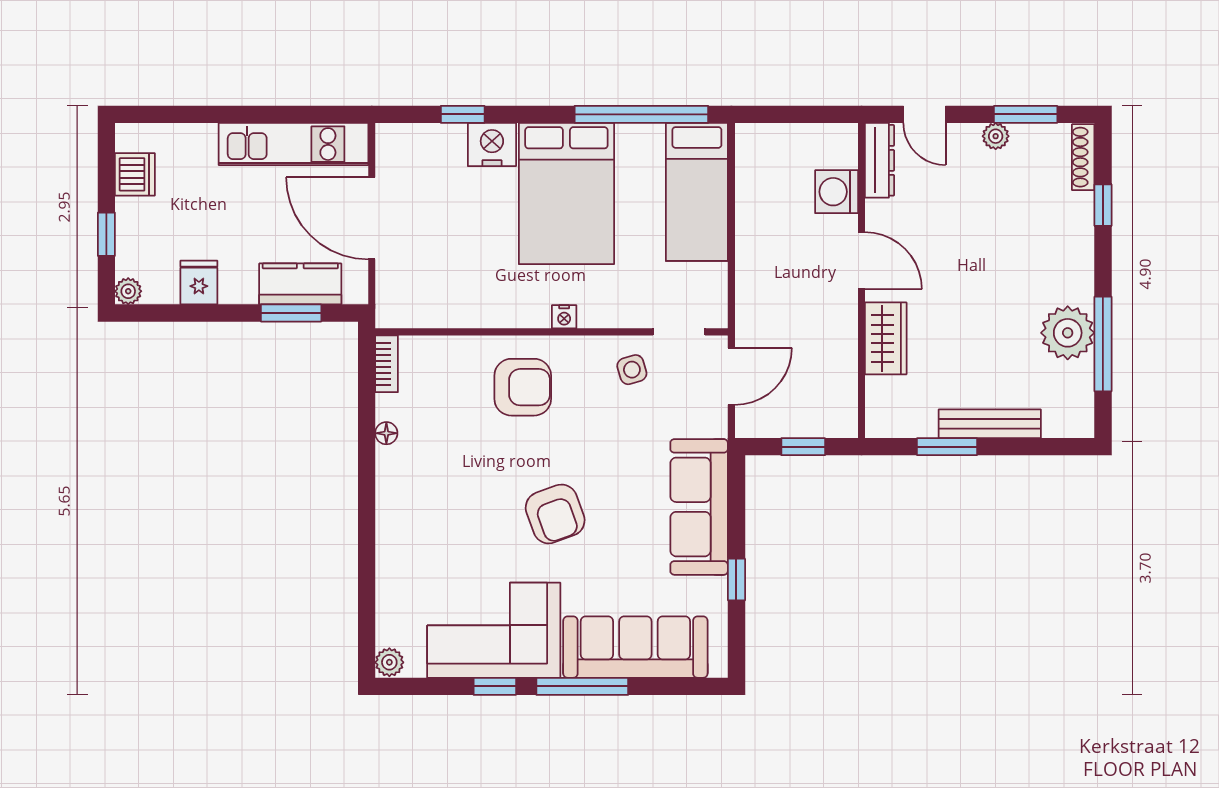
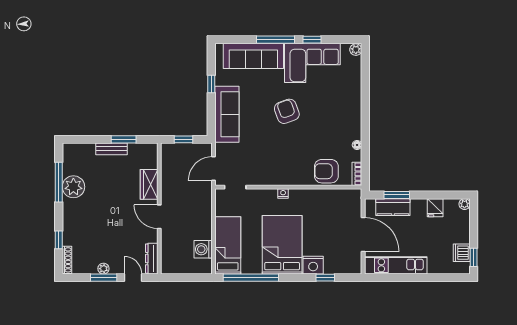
window: (1026, 114) -> (104, 278), moved
washing machine: (837, 192) -> (203, 249), moved, turned 180
window: (106, 234) -> (474, 257), moved
side table: (632, 370) -> (255, 171), removed
armchair: (523, 387) -> (326, 171), moved
bench: (990, 424) -> (112, 149), width x0.73

